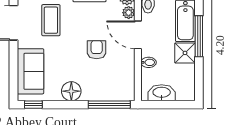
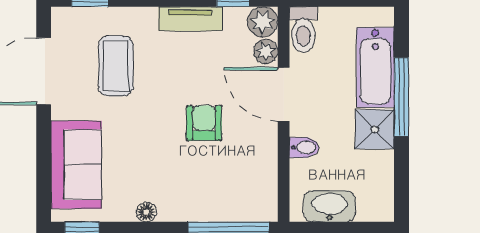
floor lamp: (71, 91) -> (146, 212), width x0.53, depth x0.53

